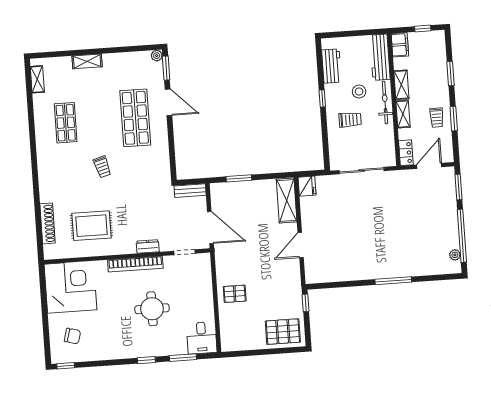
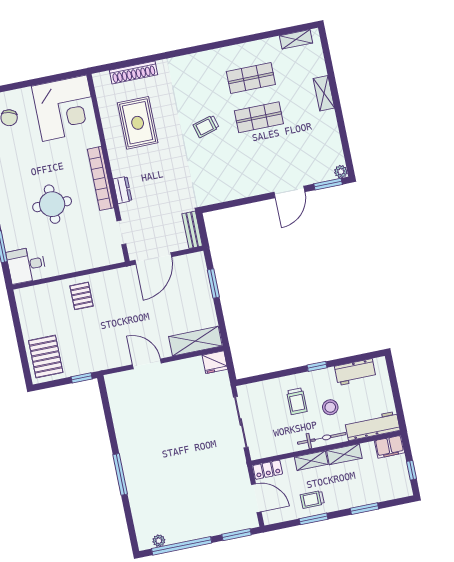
shop shelf: (135, 118) -> (259, 117), moved, width x0.70, depth x0.74

